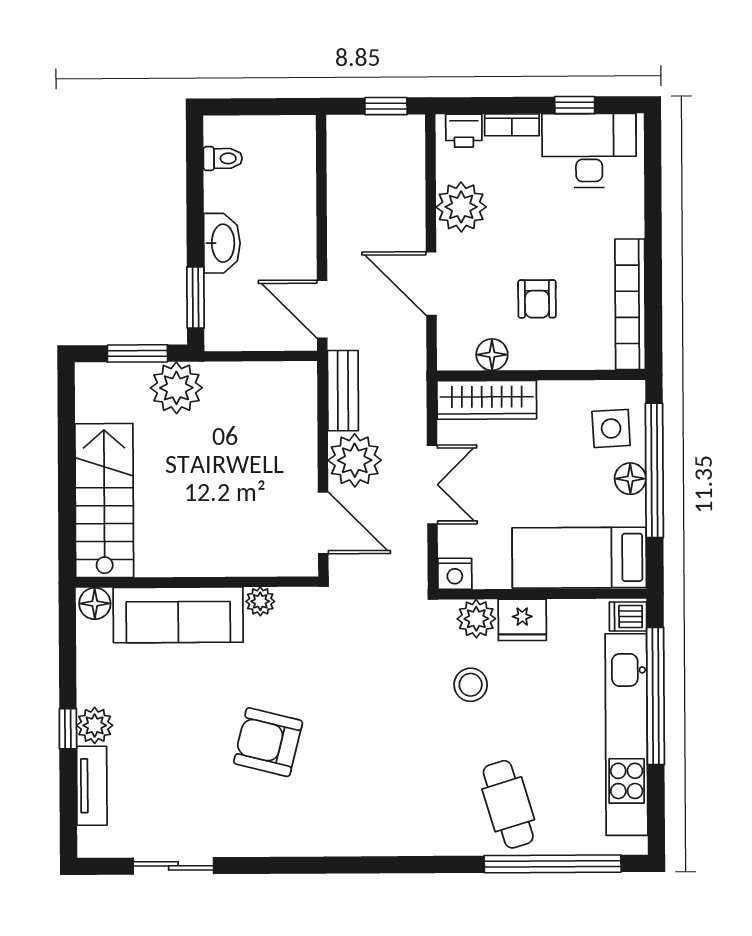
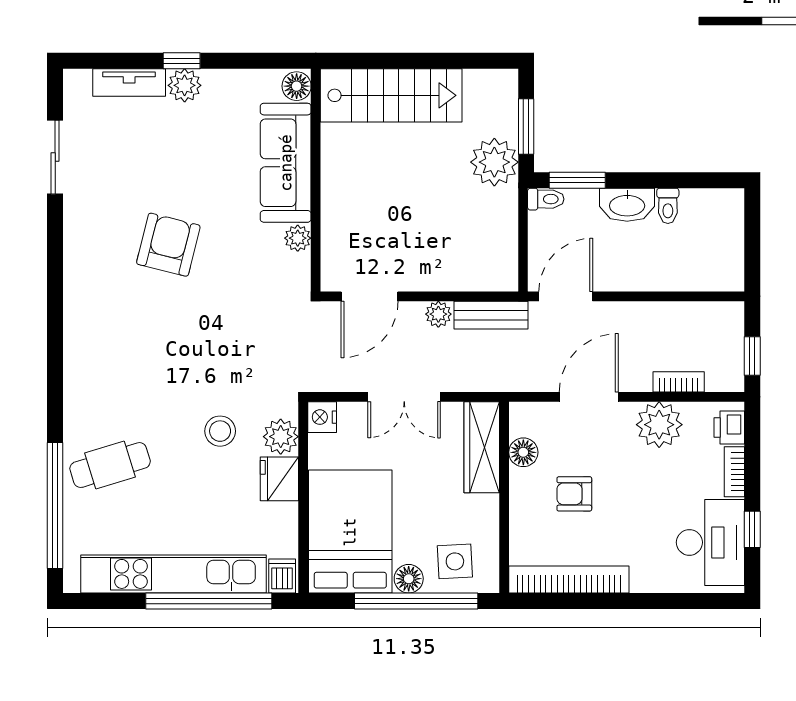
toilet: (223, 158) -> (668, 206), moved
bookcase: (415, 186) -> (679, 382), added
toilet: (216, 332) -> (546, 199), added
plant: (355, 460) -> (438, 314), width x0.53, depth x0.53
bed: (579, 558) -> (350, 532), width x1.50

